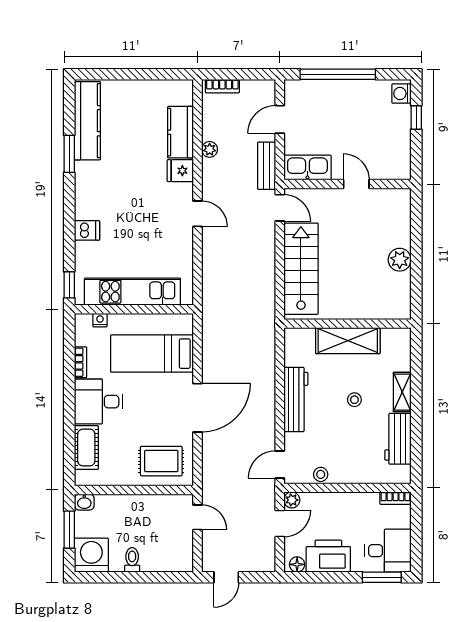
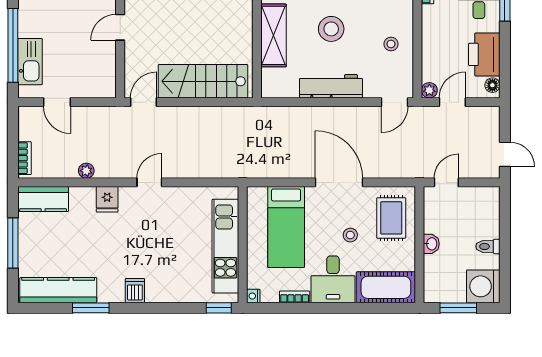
window: (136, 74) -> (13, 243), added
kitchen counter: (181, 132) -> (43, 199), moved
bench: (267, 166) -> (102, 115), removed
kitchen sink: (307, 167) -> (30, 62), moved, turned 180
dishwasher: (87, 230) -> (135, 291), moved
nightstand: (100, 320) -> (253, 296), moved
stool: (354, 400) -> (331, 29), width x1.89, depth x1.89
stool: (144, 419) -> (350, 235), added
cot: (86, 448) -> (386, 287), width x1.37, depth x1.34
door: (280, 464) -> (395, 102), hinge flipped
stool: (321, 474) -> (391, 44), moved
washbasin: (84, 502) -> (431, 244), moved
door: (280, 524) -> (452, 102), hinge flipped

